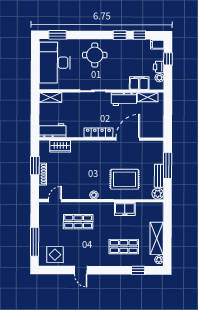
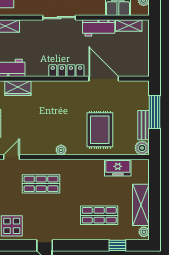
door: (128, 139) -> (104, 79), hinge flipped
rug: (125, 179) -> (100, 130), turned 90
freezer: (125, 209) -> (118, 168), moved

